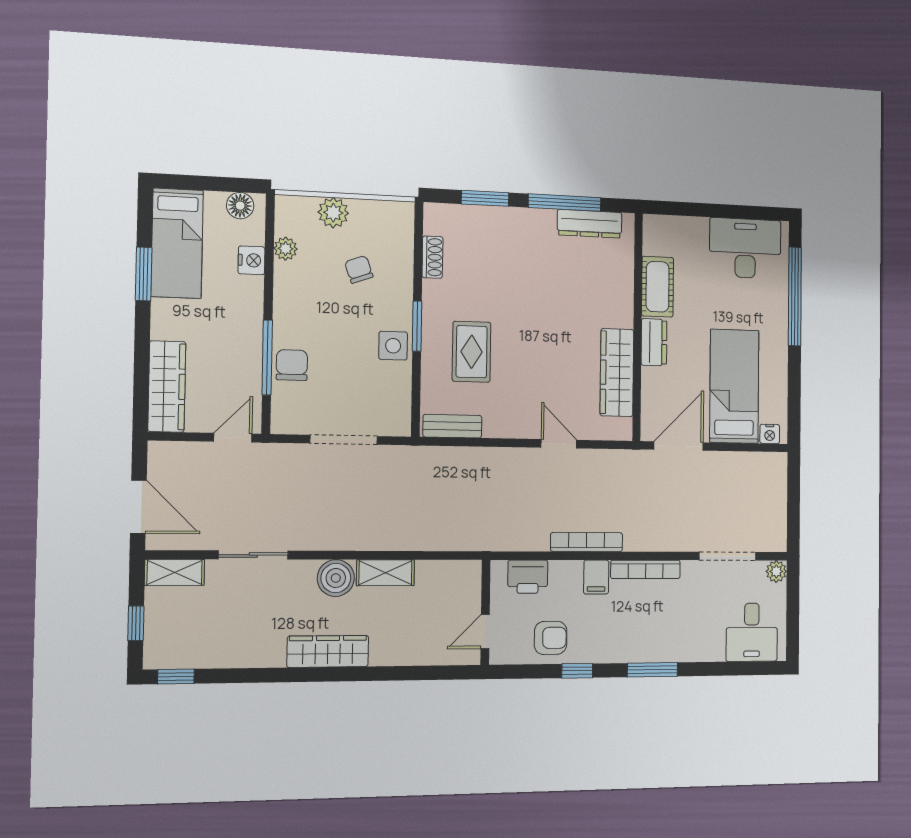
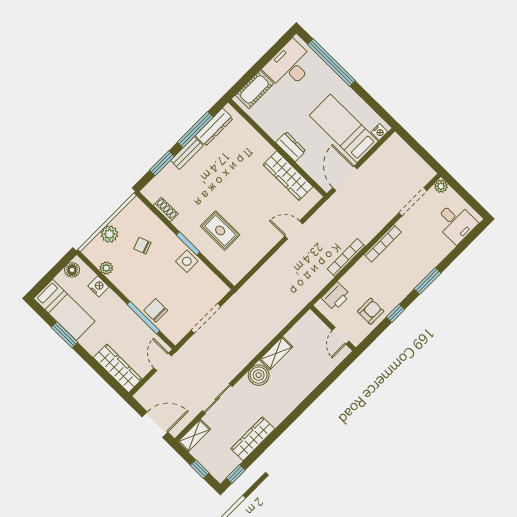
cot: (658, 287) -> (254, 89), moved, turned 90
bench: (452, 426) -> (187, 153), moved
filing cabinet: (596, 577) -> (365, 268), removed
wardrobe: (328, 651) -> (253, 439), moved

